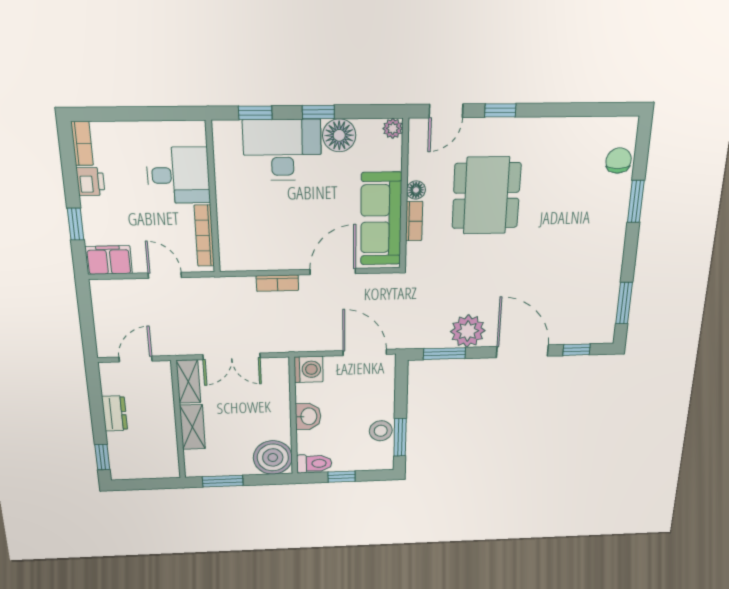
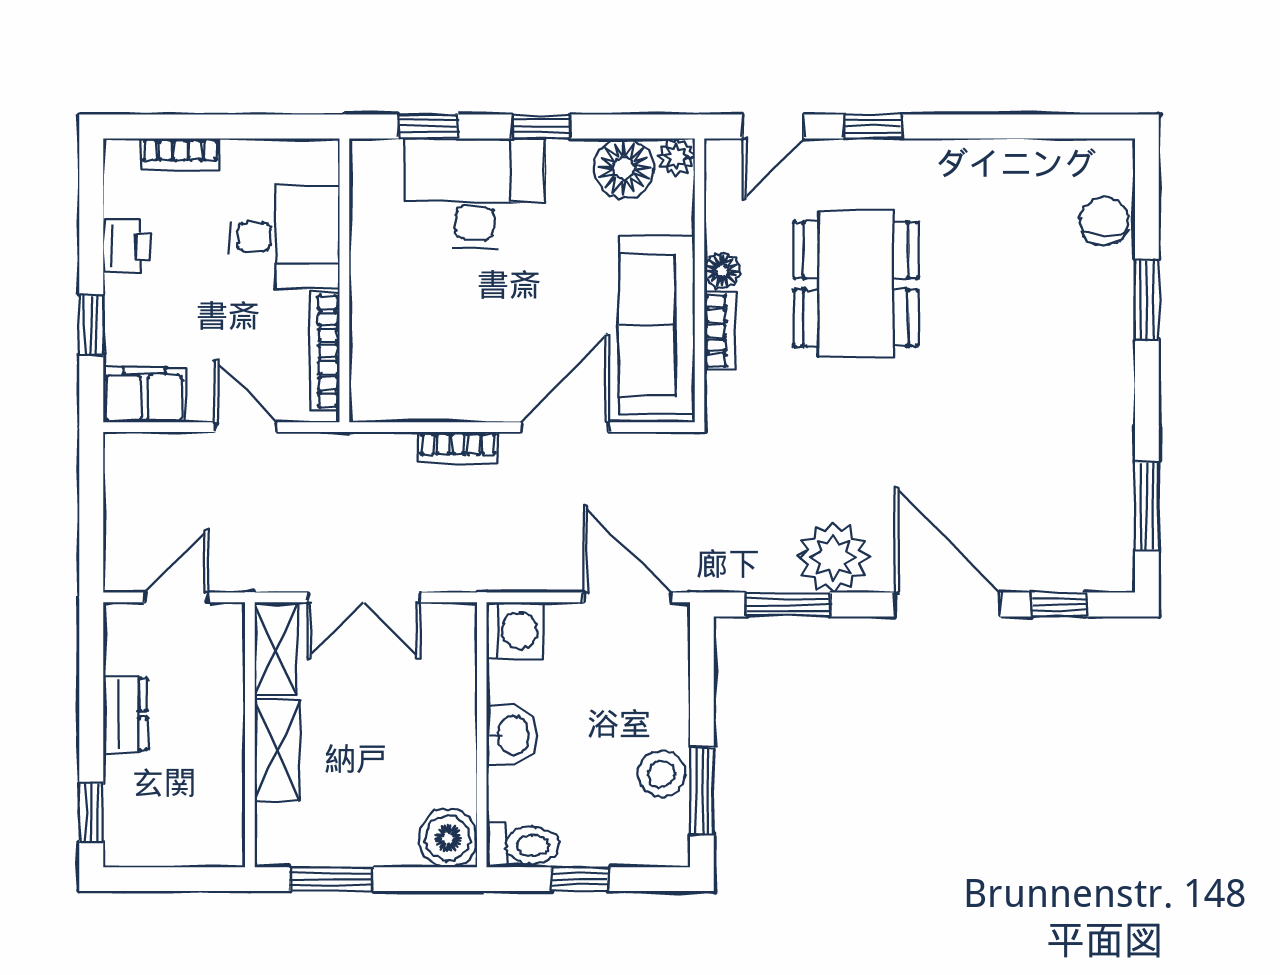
floor lamp: (339, 135) -> (624, 168), moved
bookcase: (82, 143) -> (181, 154), moved, turned 90
boiler: (273, 458) -> (448, 838), width x0.73, depth x0.73

